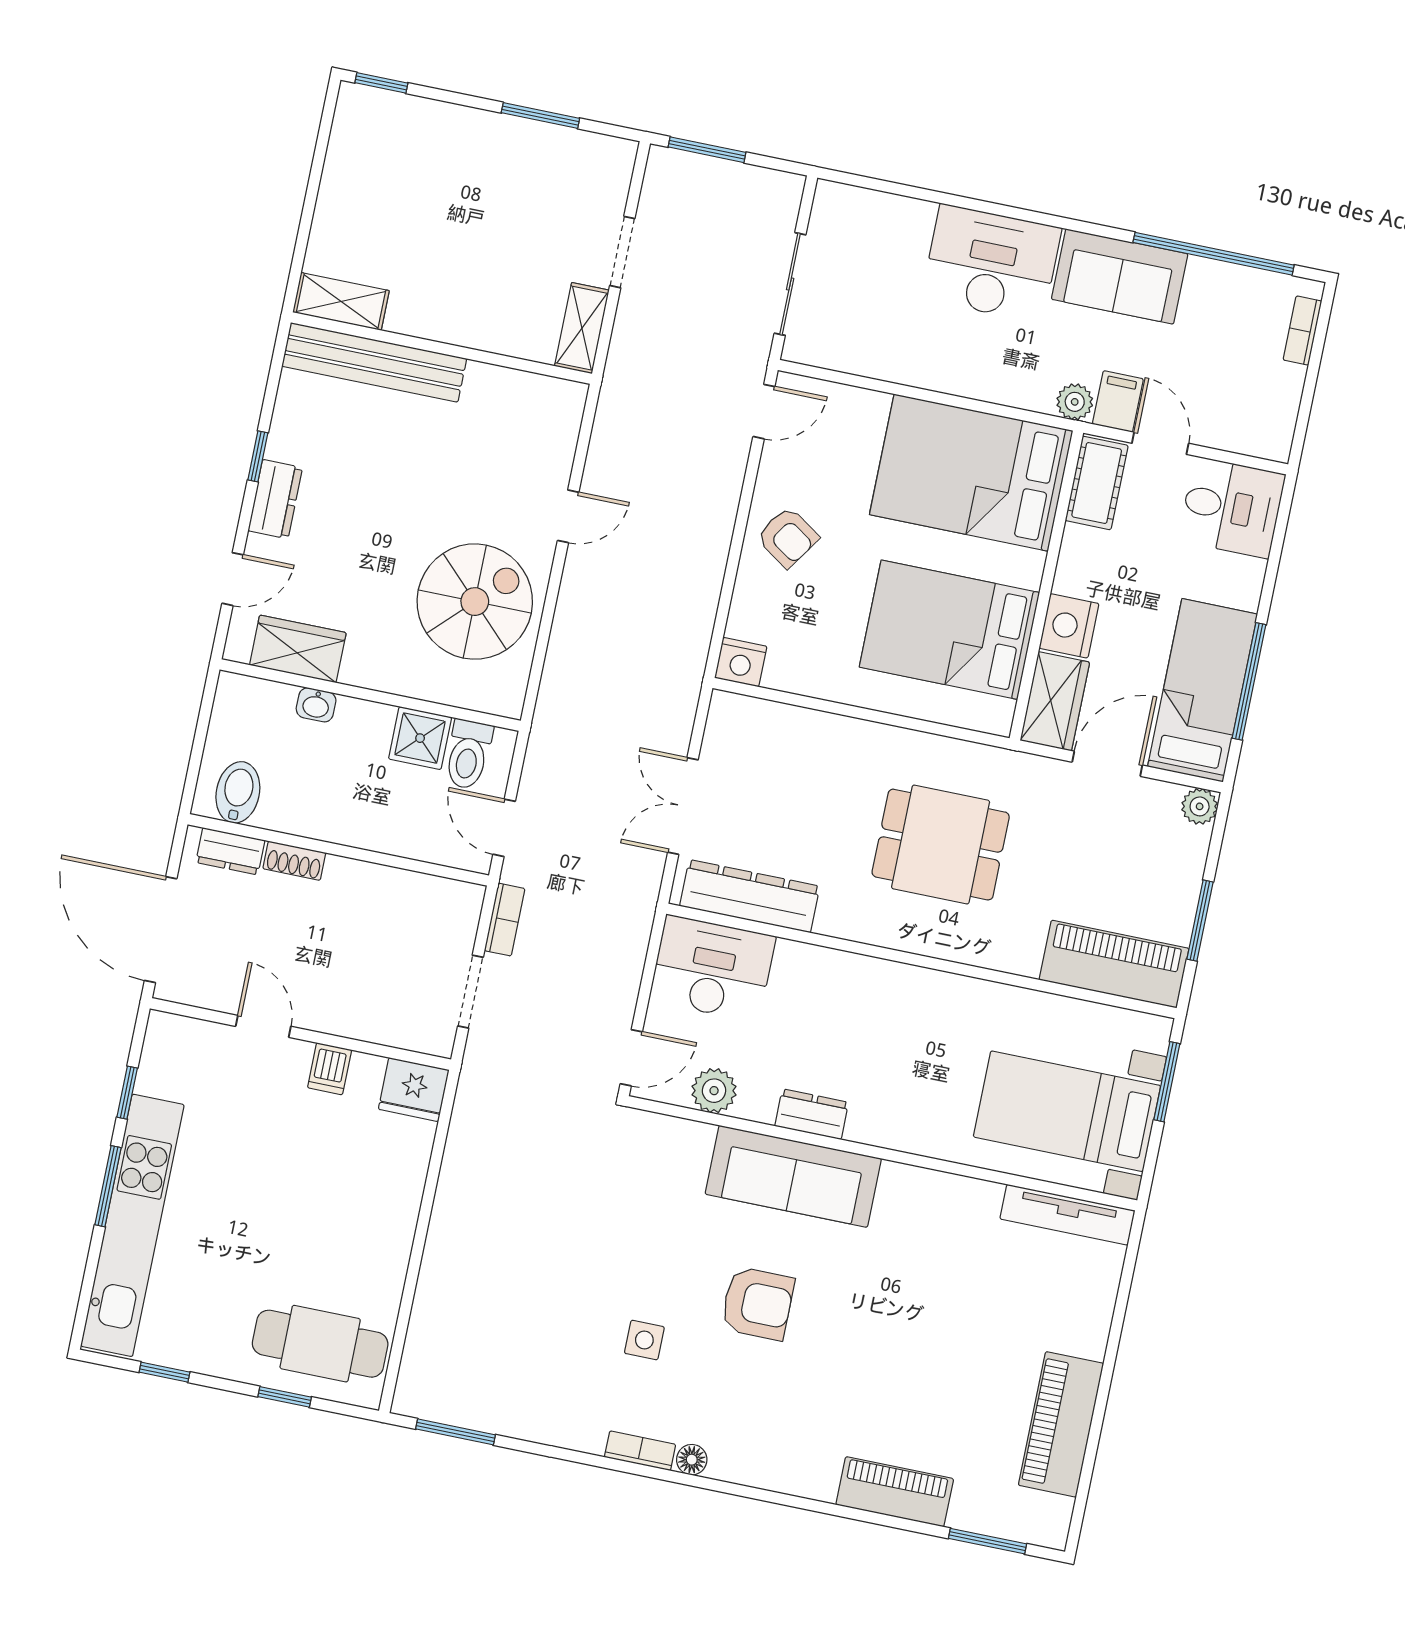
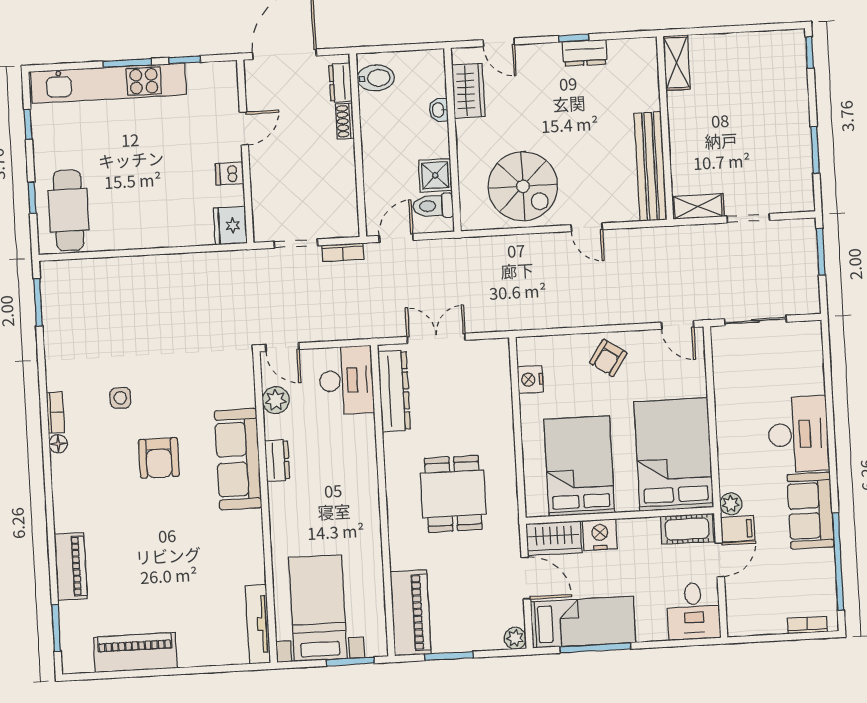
bench: (374, 362) -> (651, 167), moved
dresser: (275, 499) -> (585, 53), moved
nightstand: (741, 662) -> (530, 379), moved

